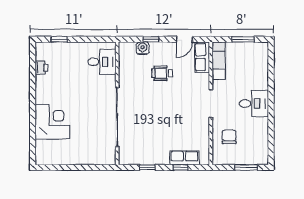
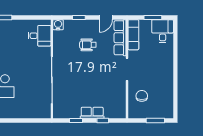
water cooler: (143, 48) -> (58, 25), moved
row of seats: (202, 57) -> (120, 38), width x1.48
desk: (254, 104) -> (163, 31), moved, turned -90
row of seats: (184, 158) -> (92, 113), moved

